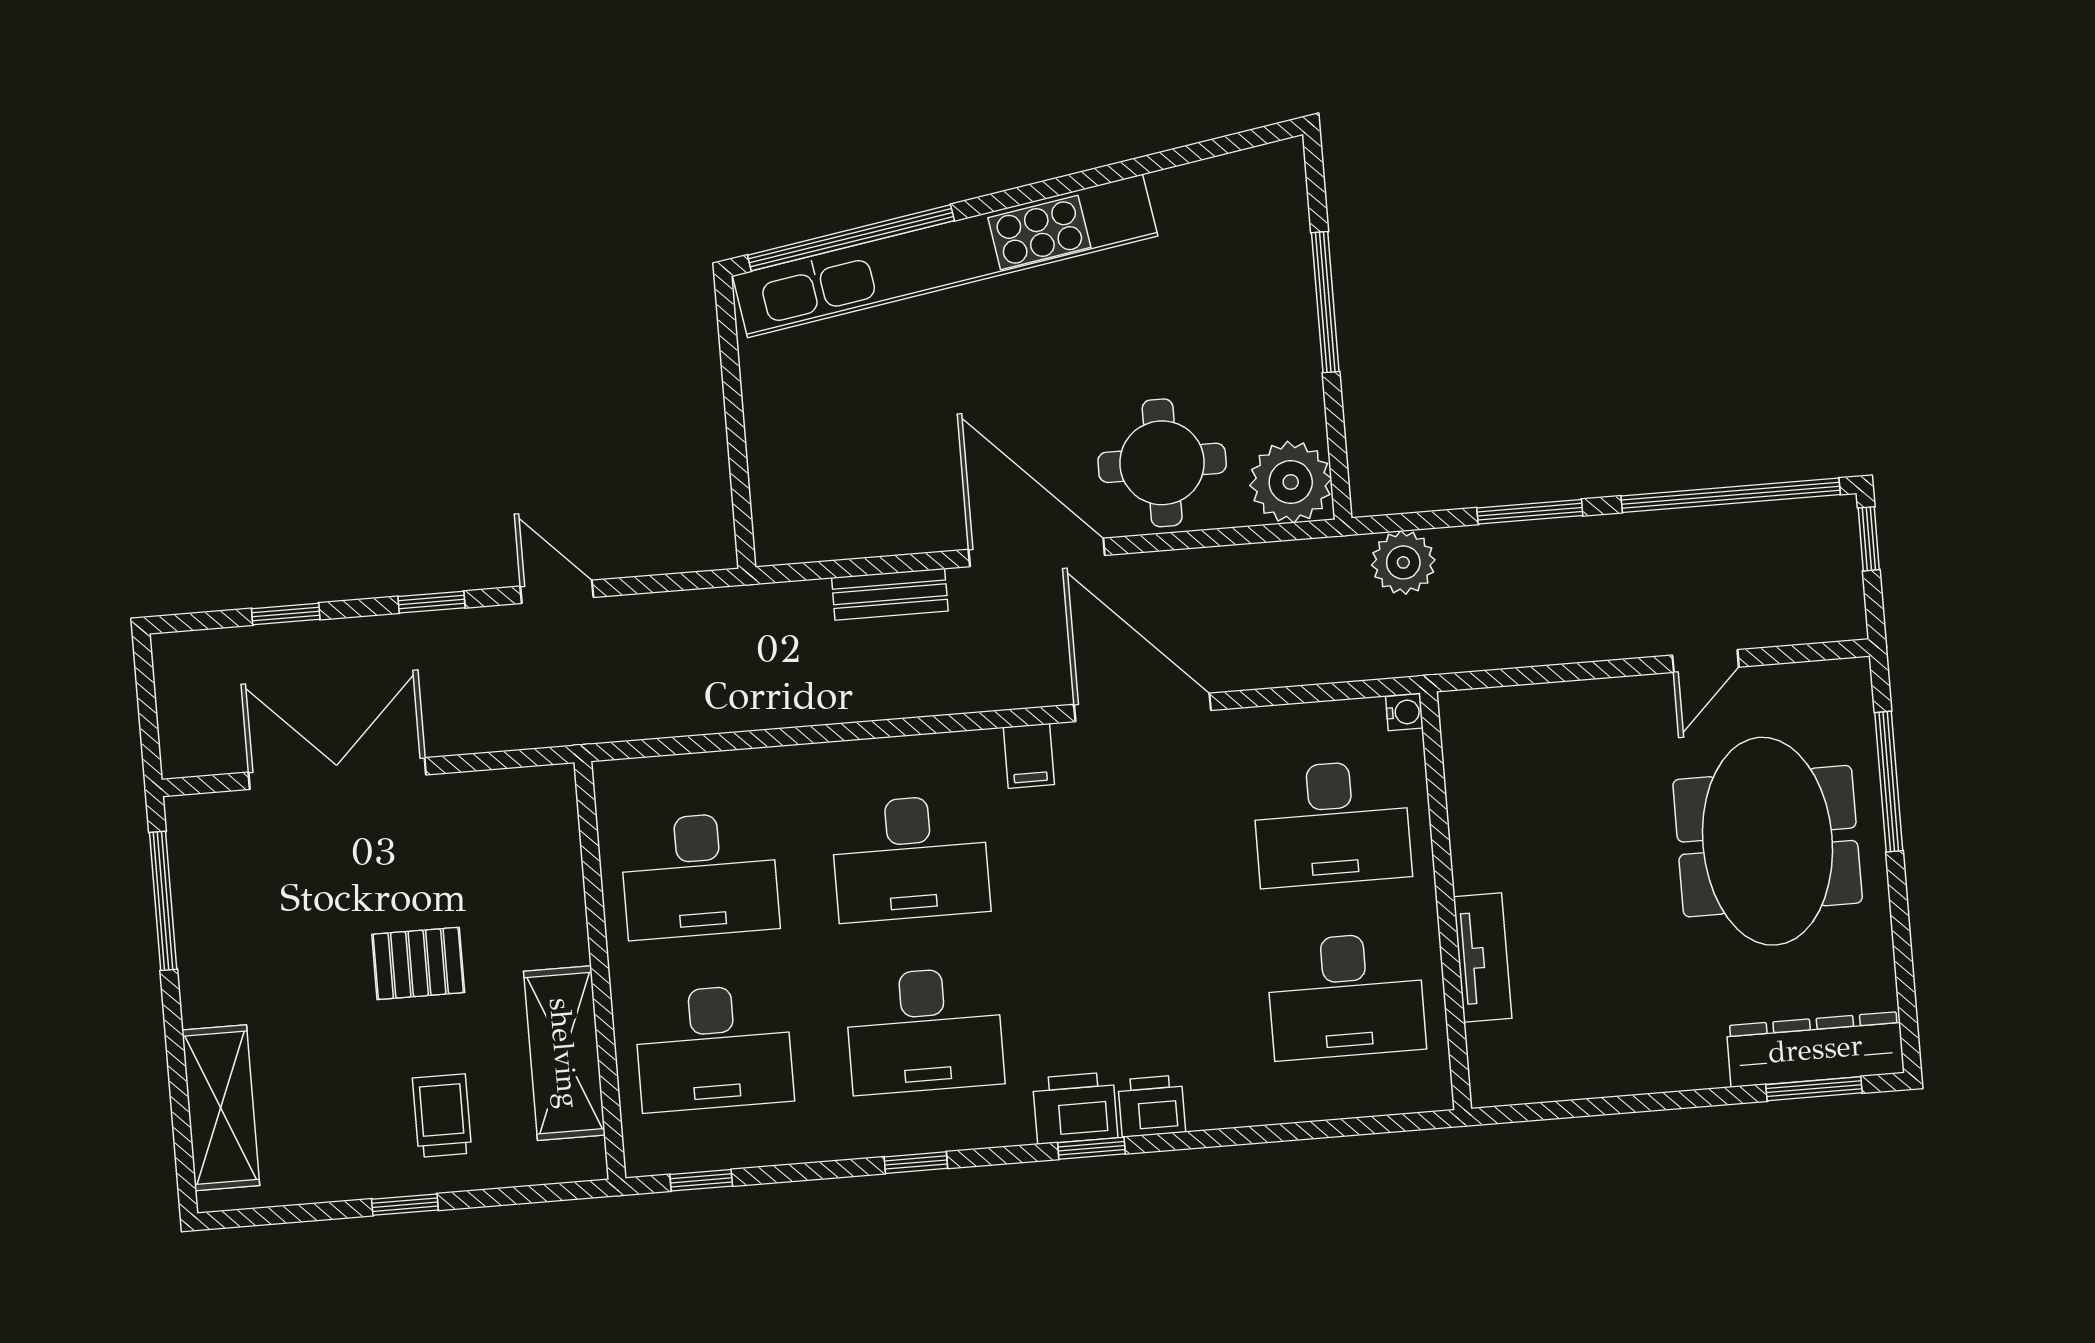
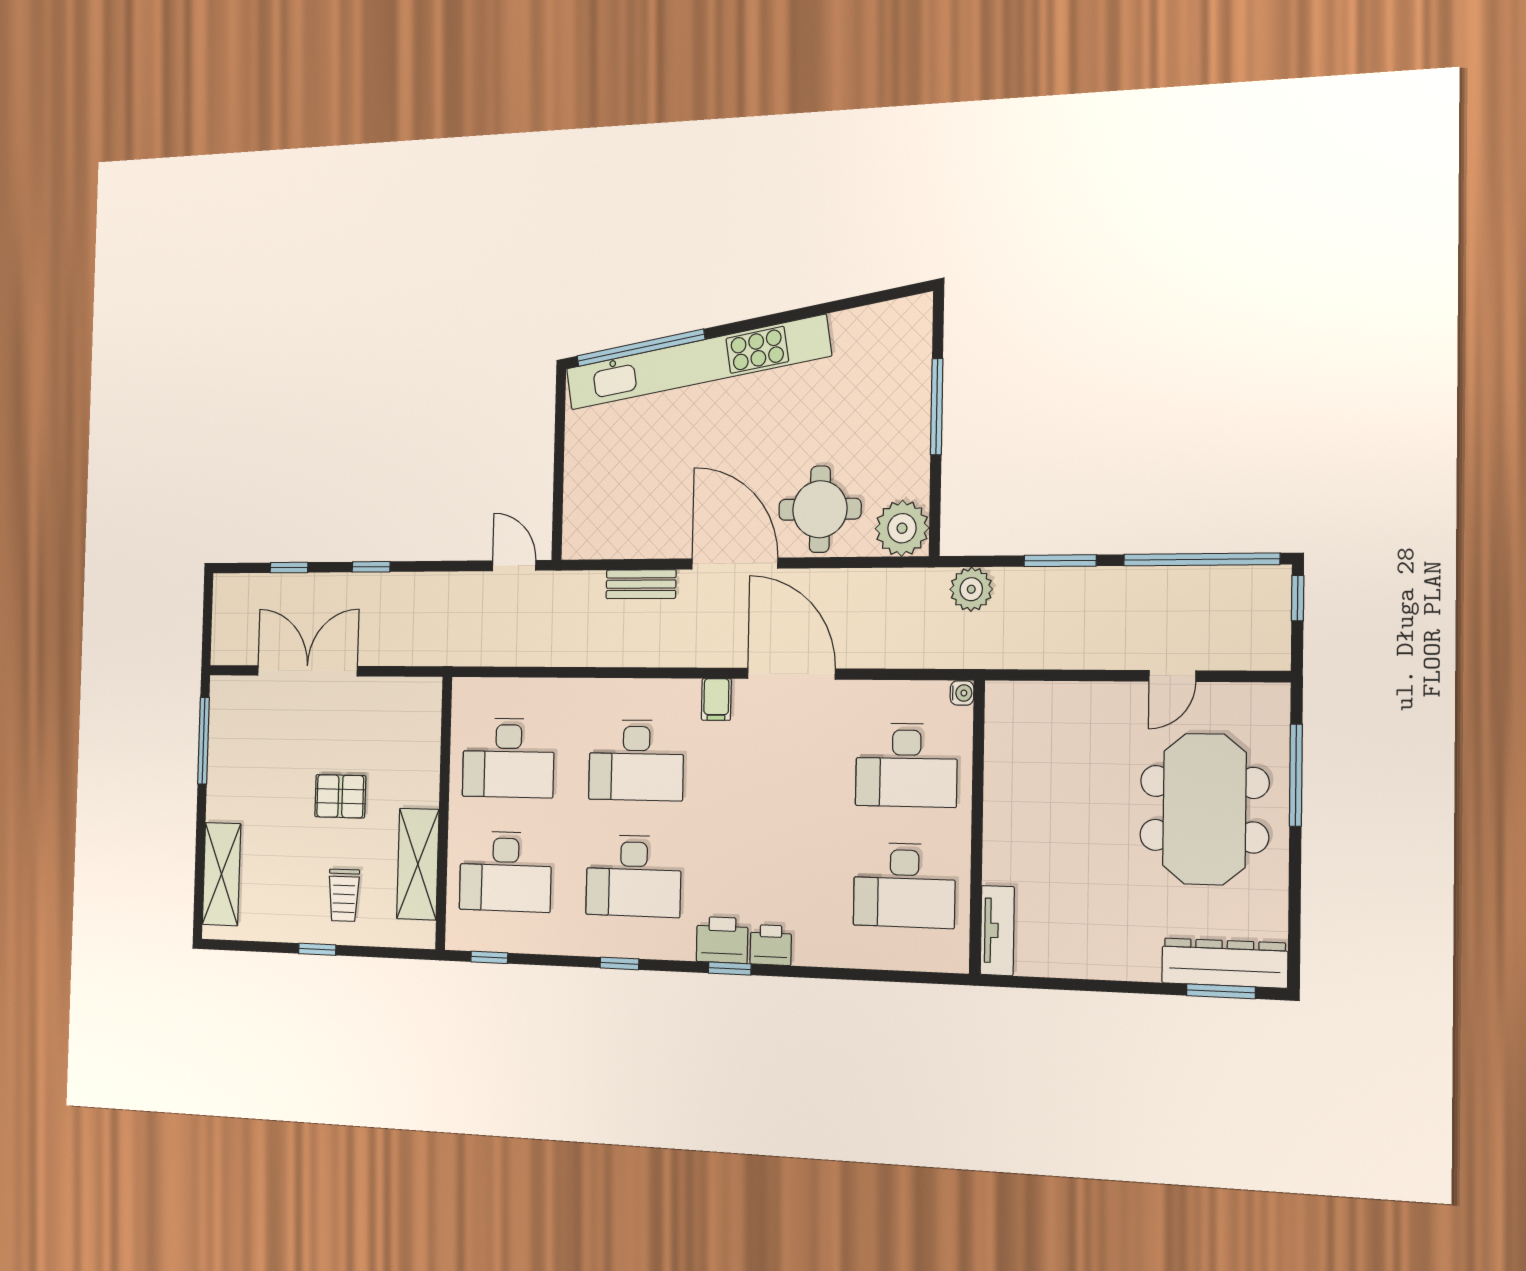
door: (557, 592) -> (514, 566), moved
tv unit: (1483, 958) -> (997, 931), moved
trolley: (442, 1116) -> (344, 895), turned 180

